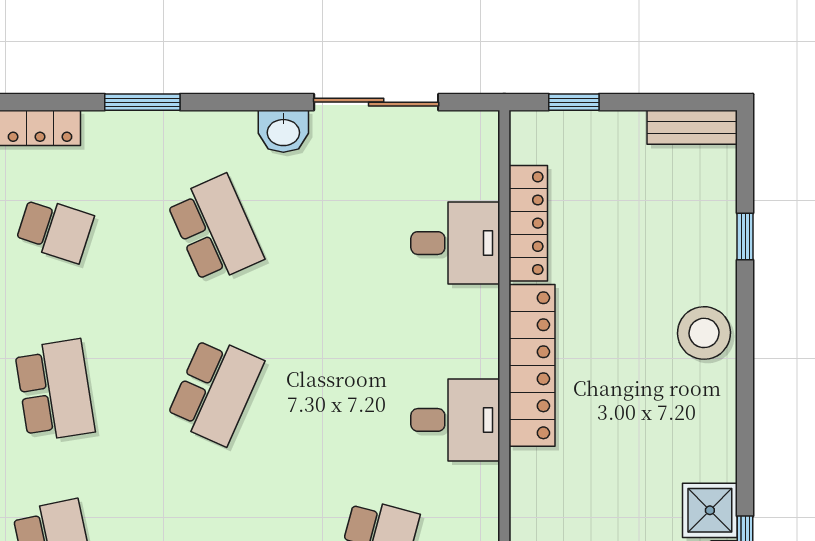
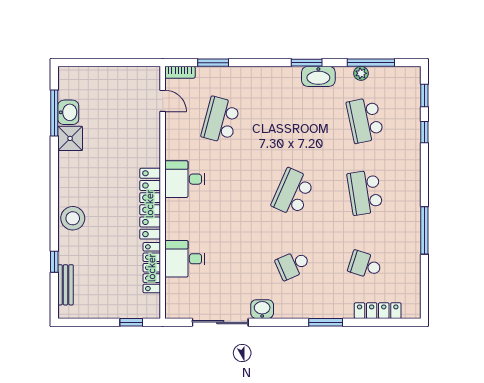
bench: (692, 127) -> (66, 285), moved, turned 90
school desk: (215, 230) -> (293, 265), width x0.54

